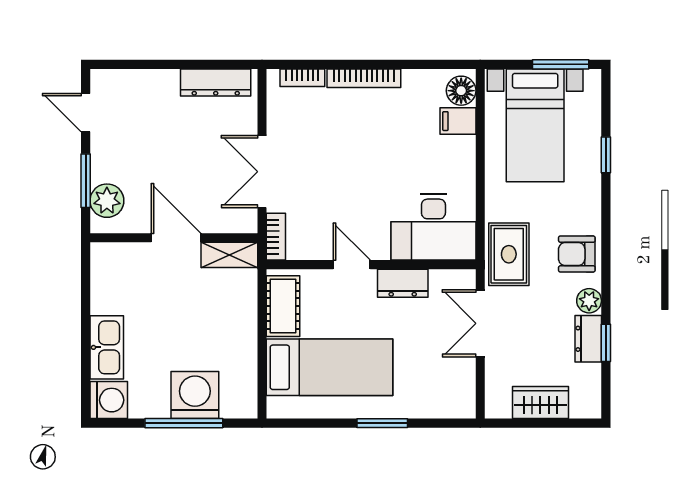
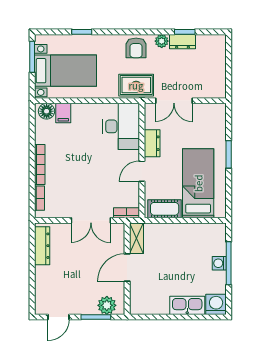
washing machine: (195, 395) -> (219, 263), width x0.53, depth x0.53
wardrobe: (540, 402) -> (217, 68), removed

